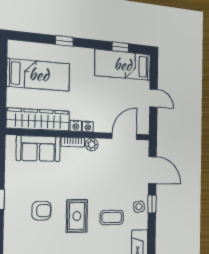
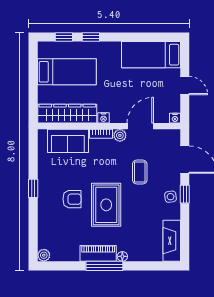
window: (120, 47) -> (64, 37), moved
nightstand: (88, 127) -> (175, 118), moved
door: (124, 136) -> (140, 126), moved
rug: (77, 216) -> (106, 205), width x1.36, depth x1.43
coffee table: (112, 217) -> (140, 172), moved, turned 90

